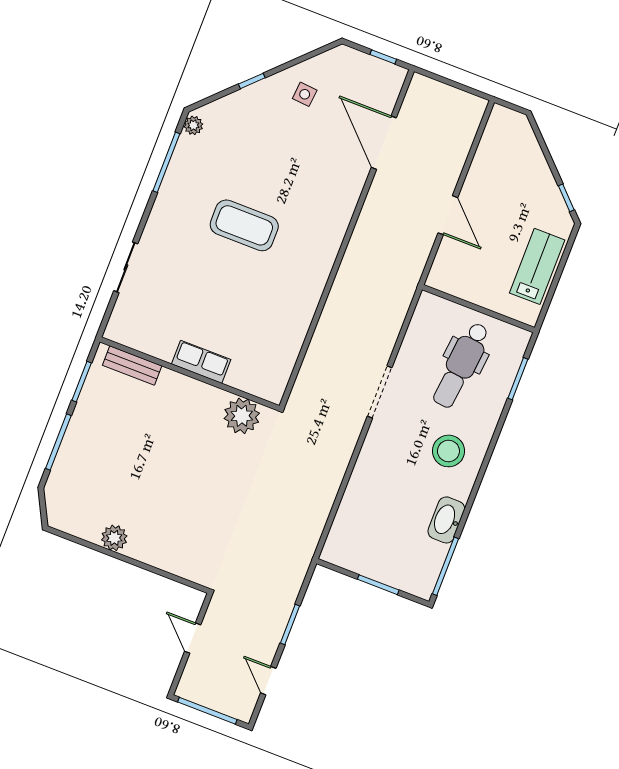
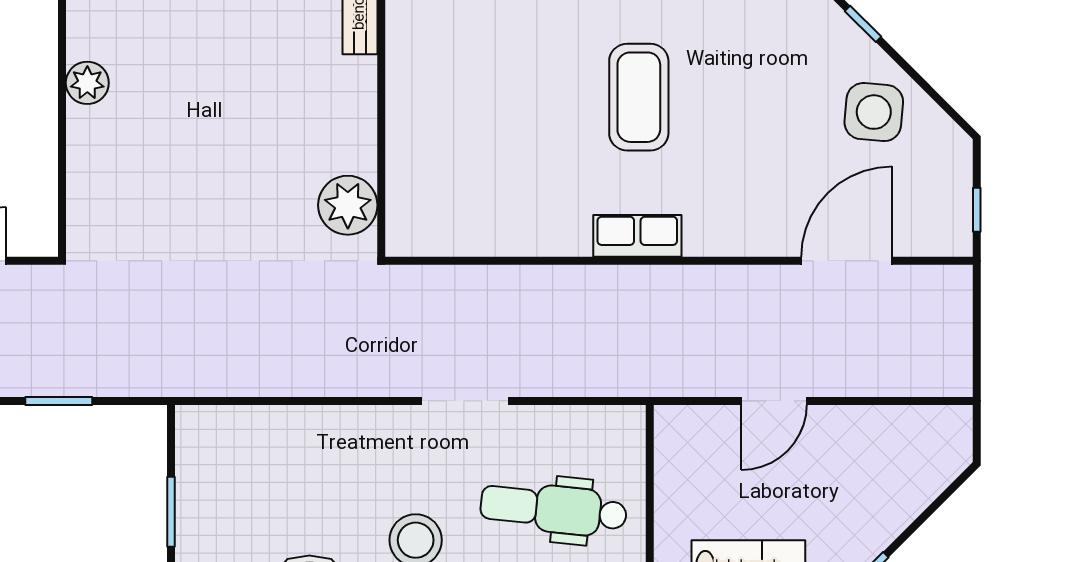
side table: (305, 94) -> (874, 112), width x1.87, depth x1.87
row of seats: (201, 362) -> (637, 236), moved, turned -90

